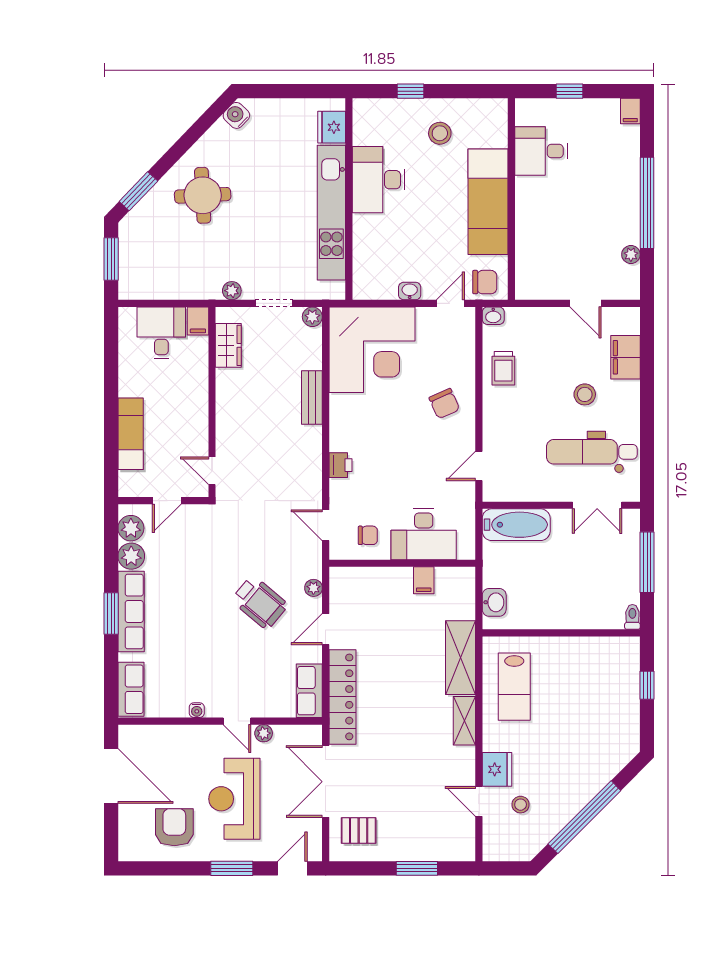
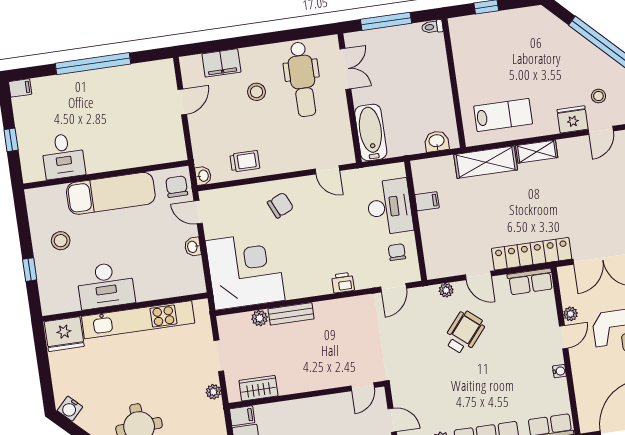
fridge: (332, 127) -> (64, 334), width x1.36, depth x1.34
plant: (631, 254) -> (137, 71), removed
plant: (312, 317) -> (260, 318), moved

